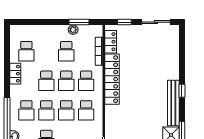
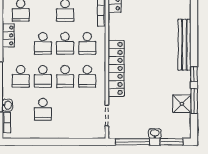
locker: (112, 79) -> (116, 68), moved
window: (182, 91) -> (194, 74), moved
bench: (173, 103) -> (184, 45), moved

